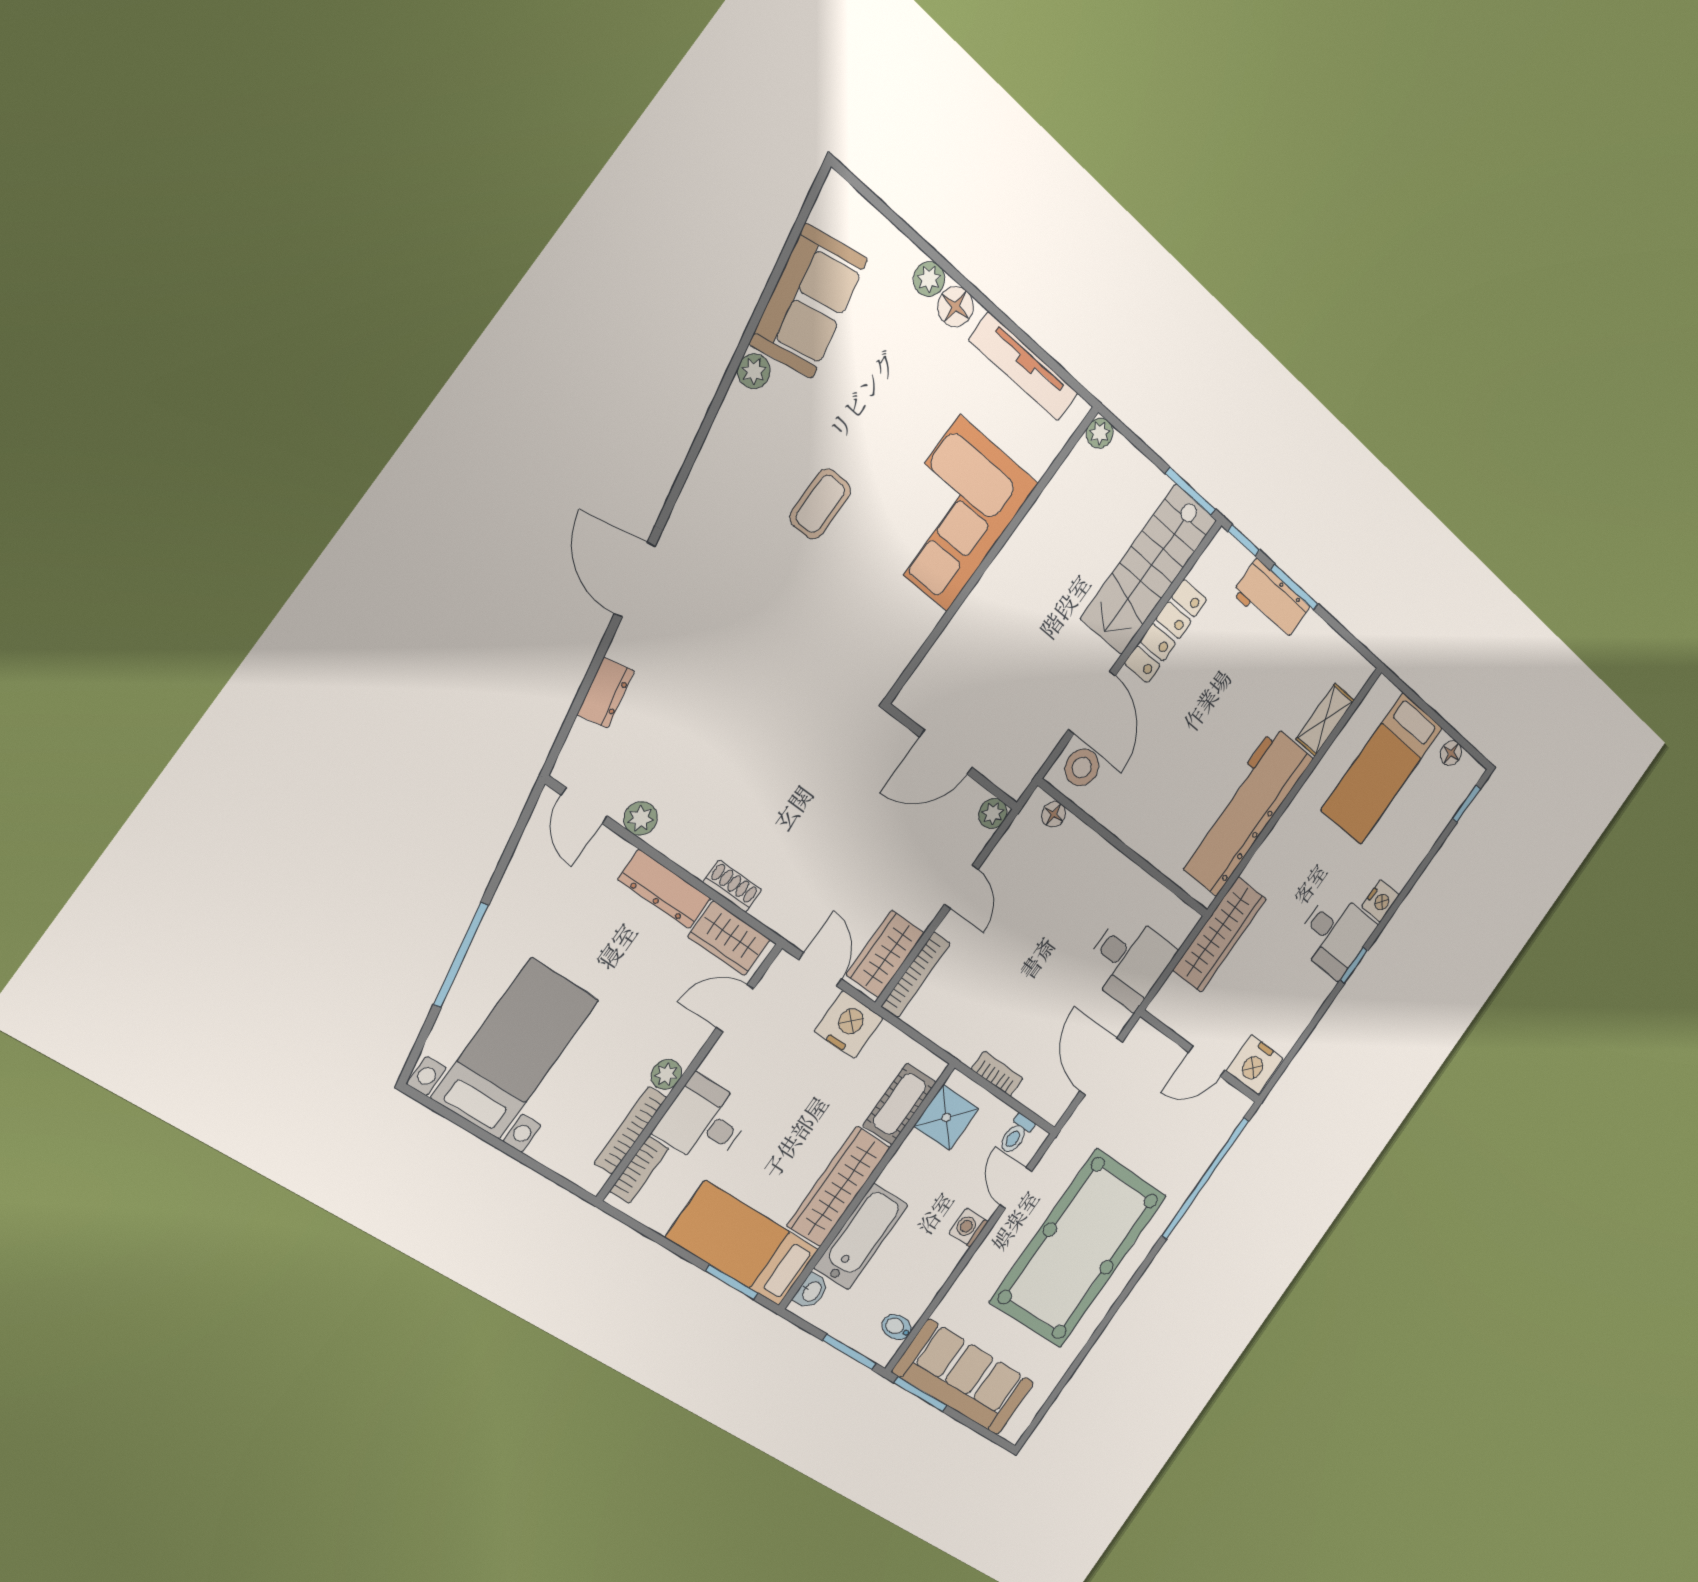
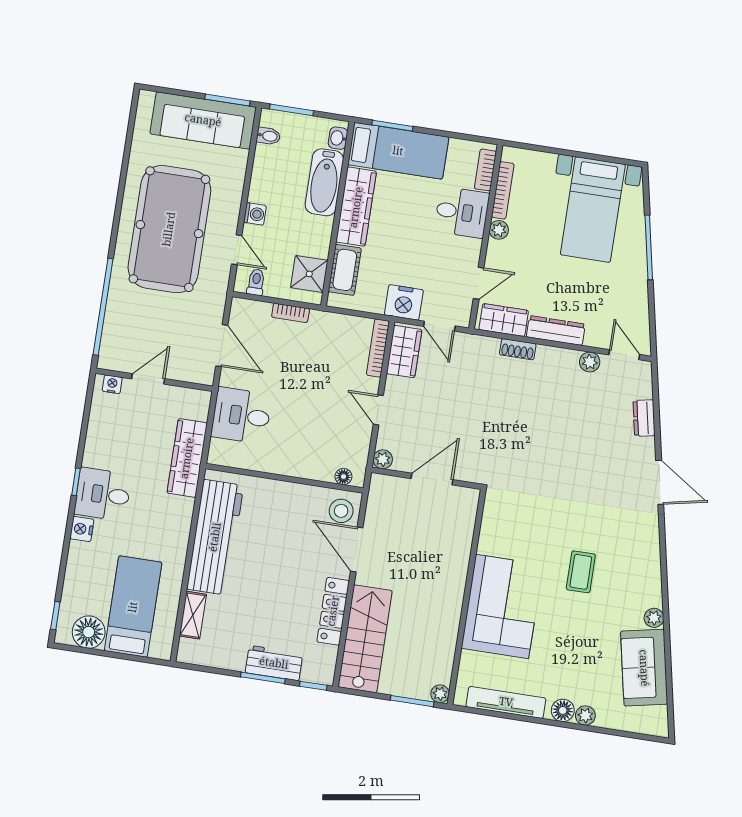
window: (1190, 491) -> (412, 701), moved
floor lamp: (1451, 753) -> (89, 632), width x1.89, depth x1.89
nightstand: (1255, 1065) -> (112, 384), width x0.53, depth x0.56

